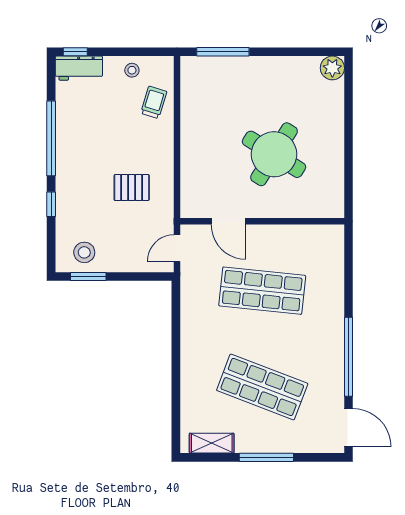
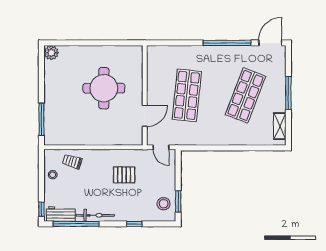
workbench: (79, 68) -> (61, 214), moved, turned -90
window: (51, 138) -> (76, 224), moved
bicycle: (65, 140) -> (95, 215), added
round table: (274, 154) -> (104, 88), turned -32
pallet: (132, 188) -> (124, 175), turned 90

